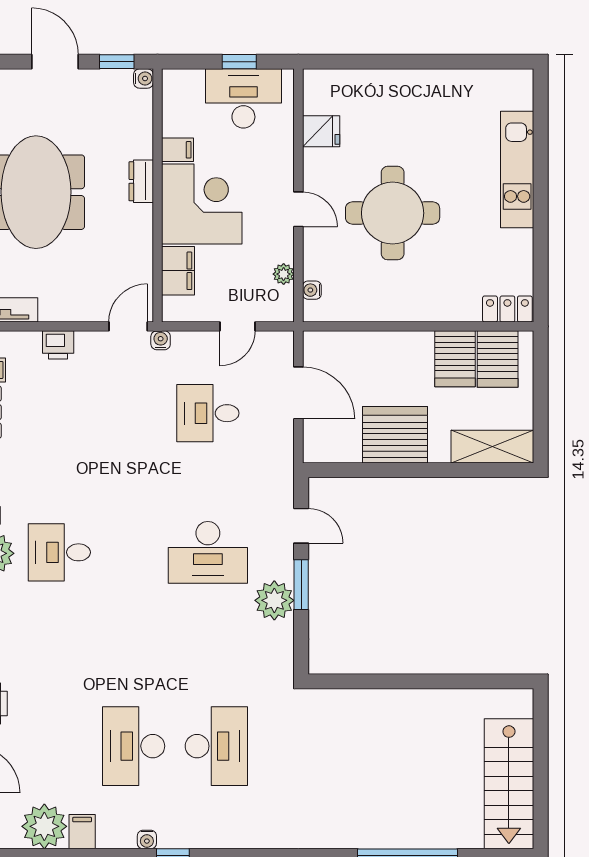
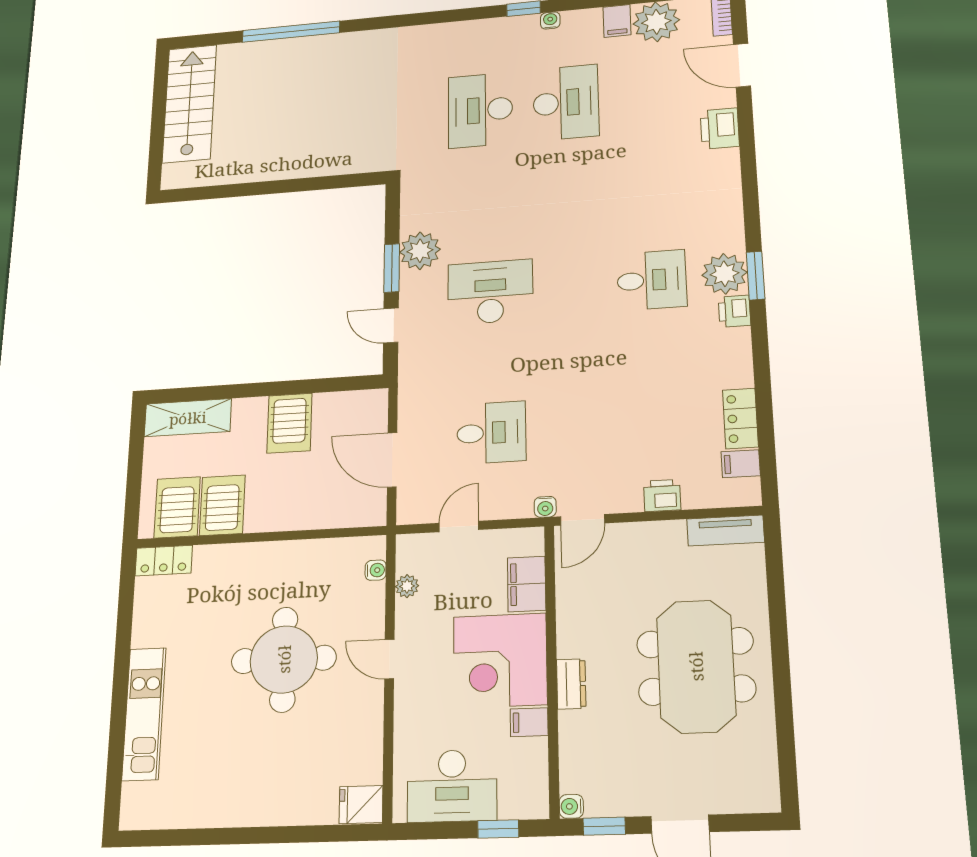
window: (239, 62) -> (498, 829), moved
fridge: (321, 131) -> (361, 805), moved
server rack: (395, 435) -> (289, 423), width x0.62

